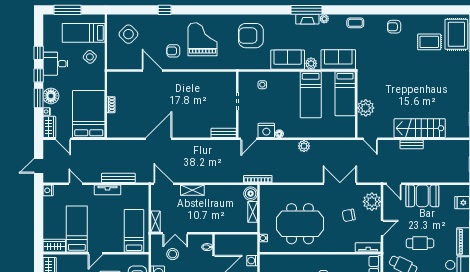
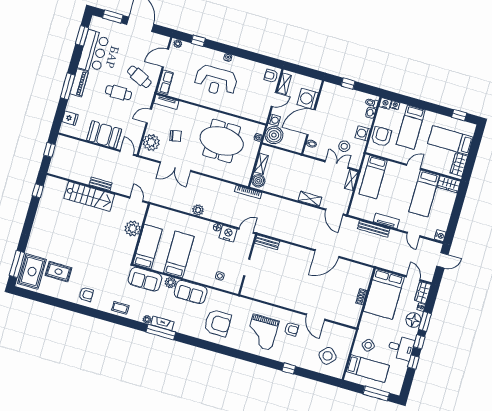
boiler: (248, 245) -> (274, 135), added

